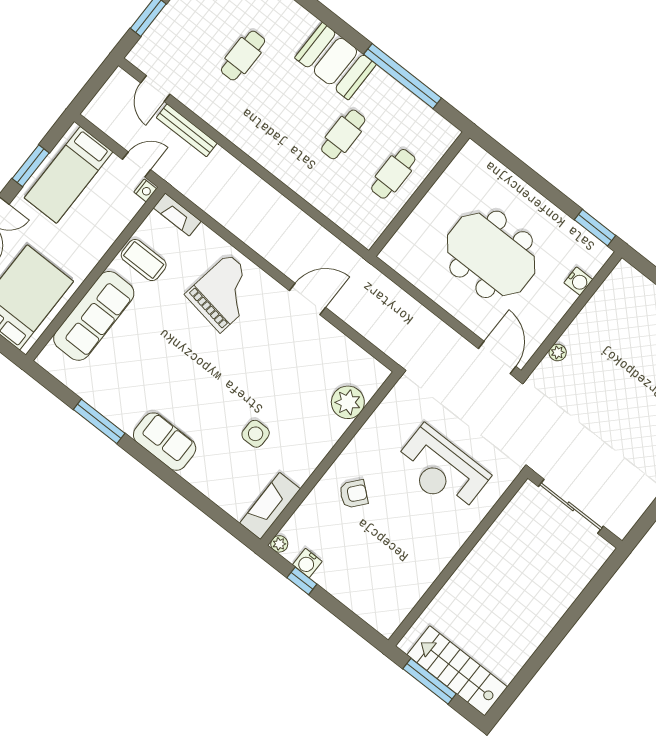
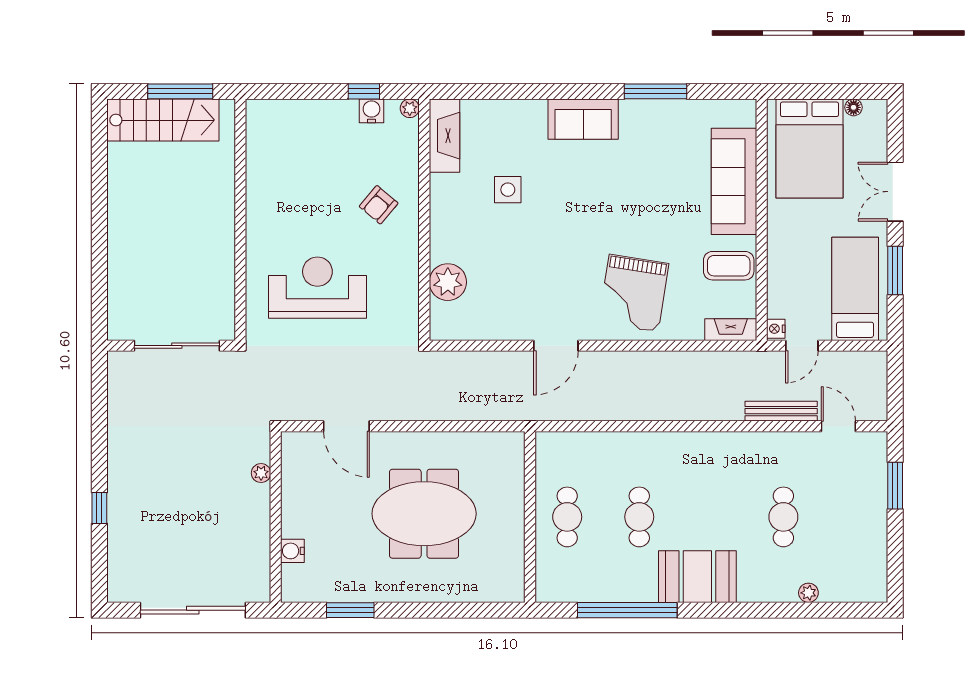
water cooler: (578, 281) -> (292, 551), moved
wall: (571, 314) -> (276, 517), moved
plant: (558, 352) -> (261, 473), moved

